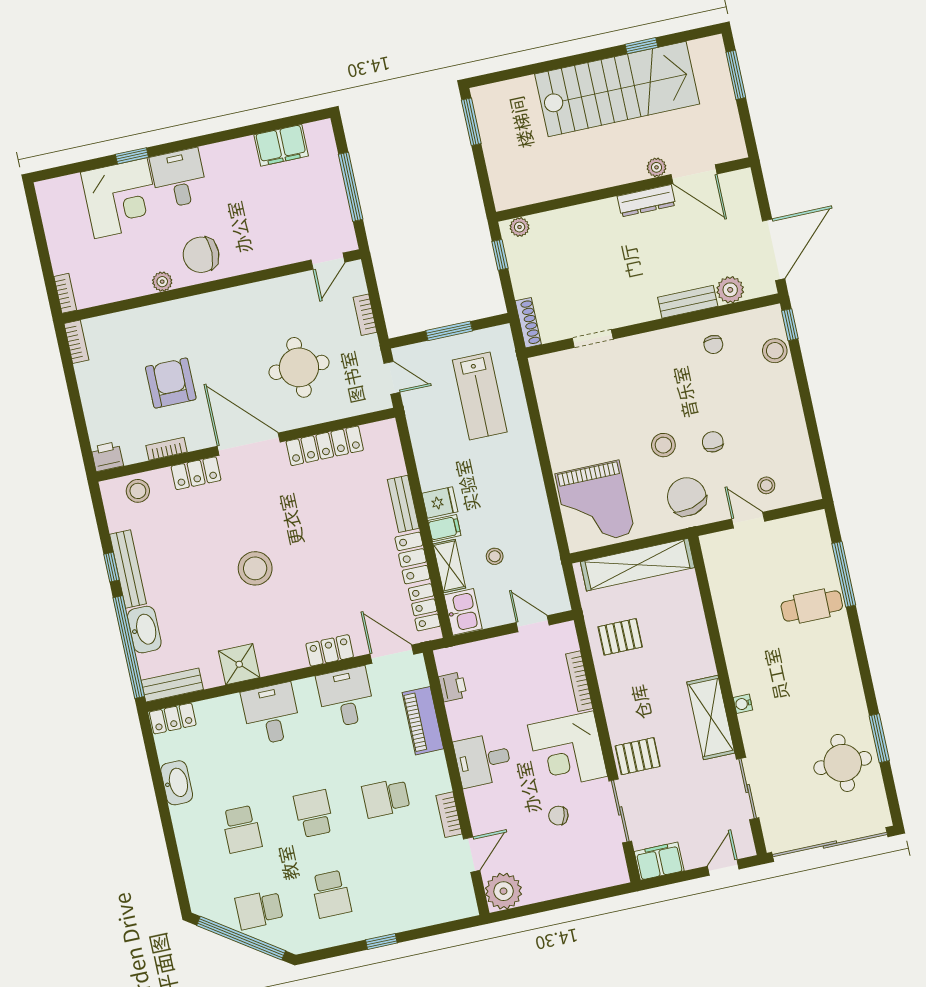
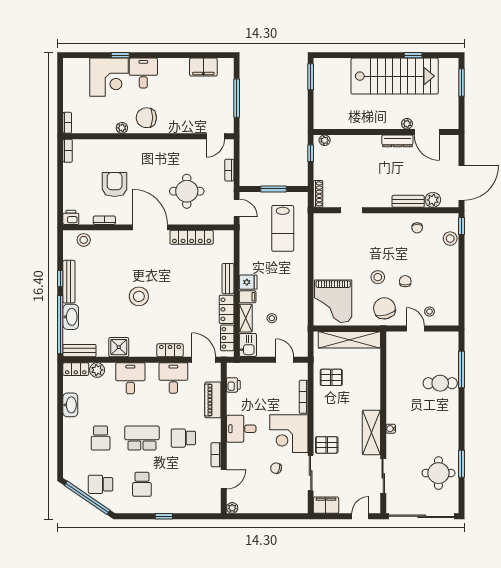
locker: (196, 473) -> (118, 237), removed
plant: (210, 712) -> (97, 370), added
school desk: (314, 814) -> (142, 438), width x1.85
plant: (504, 891) -> (232, 508), width x0.53, depth x0.53

